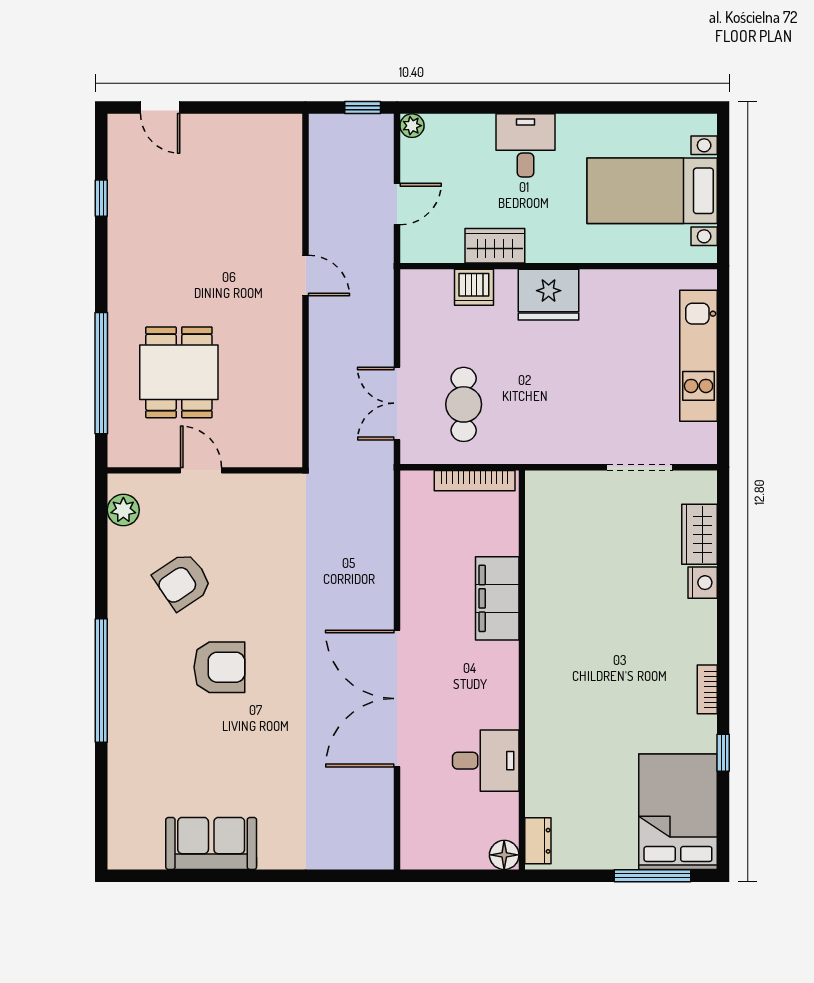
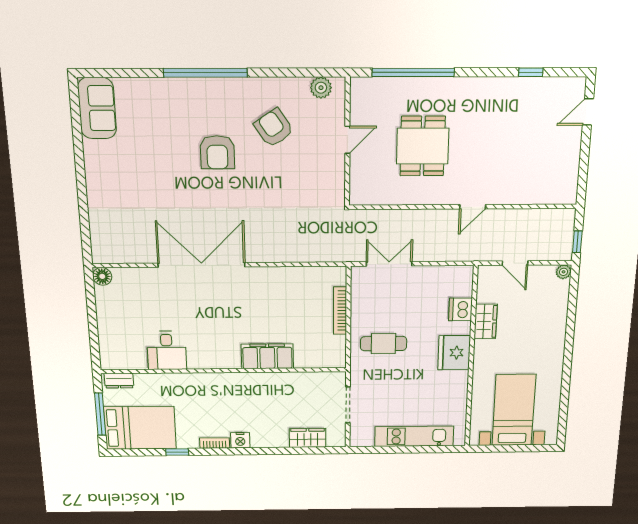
desk: (526, 145) -> (546, 339), removed
dining table: (179, 372) -> (423, 146), moved, turned 90
cafe table: (464, 404) -> (384, 344), moved
nightstand: (703, 583) -> (240, 440), moved
filing cabinet: (497, 598) -> (267, 356), moved
wall: (522, 670) -> (224, 371), moved
desk: (486, 761) -> (167, 350), moved
dresser: (538, 841) -> (119, 381), moved
sofa: (211, 843) -> (97, 108), moved
floor lamp: (504, 855) -> (102, 276), moved

